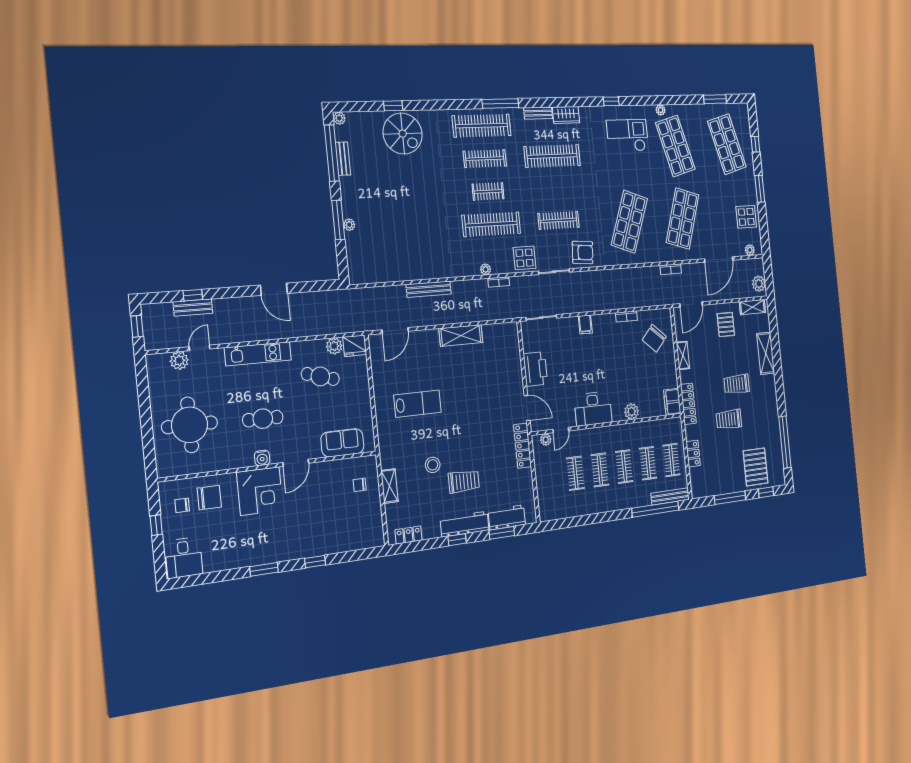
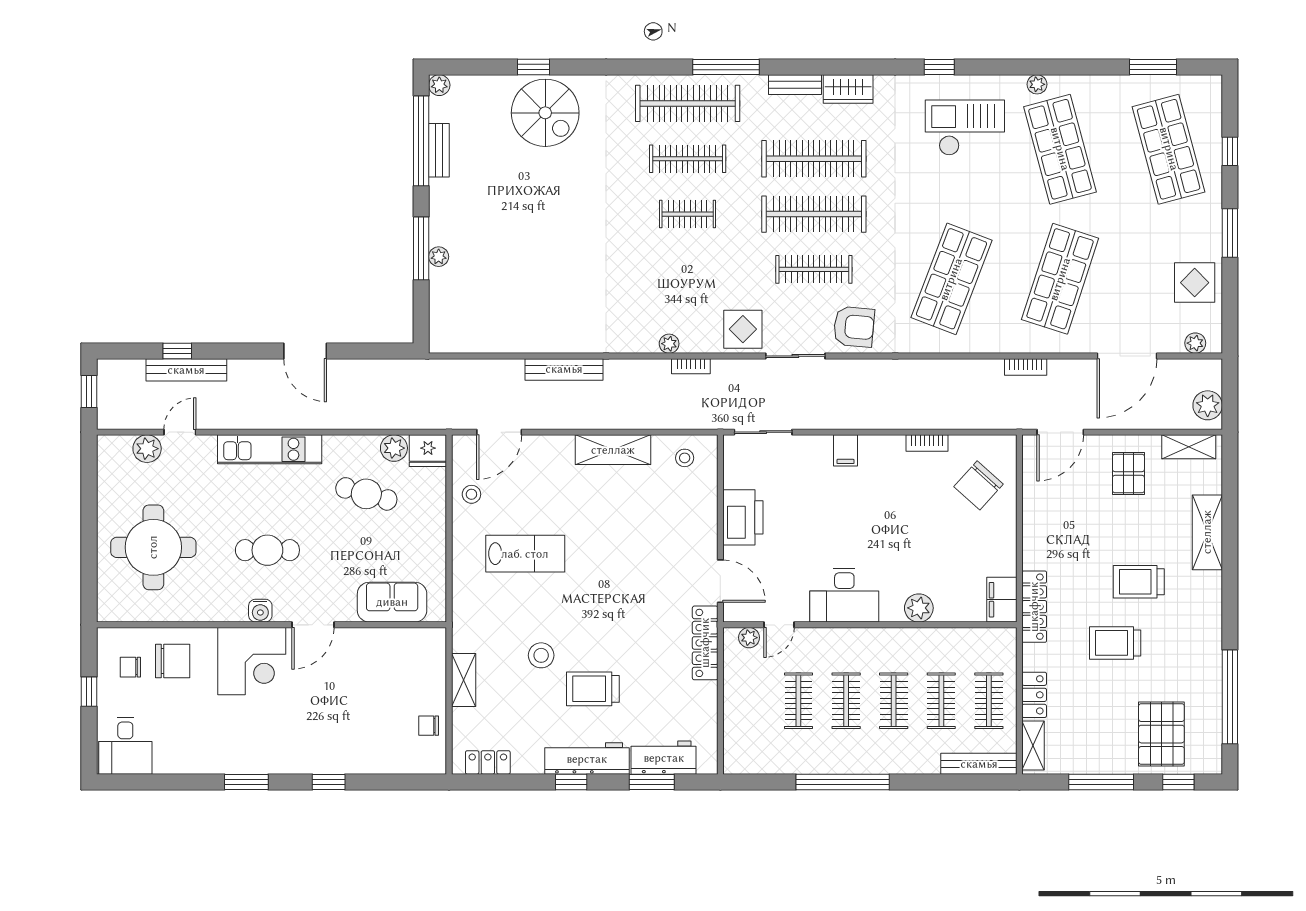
clothes rail: (491, 224) -> (814, 214), moved
bench: (193, 307) -> (186, 370), width x1.36
stool: (501, 337) -> (685, 458), added
shelving: (683, 355) -> (1033, 746), moved
stool: (383, 370) -> (471, 494), added
trolley: (464, 481) -> (593, 689), turned 180
chair: (360, 485) -> (429, 726), moved
window: (655, 509) -> (843, 782), moved

